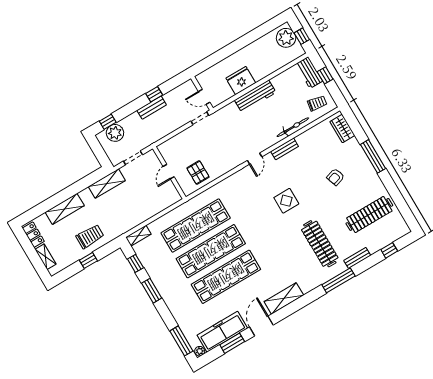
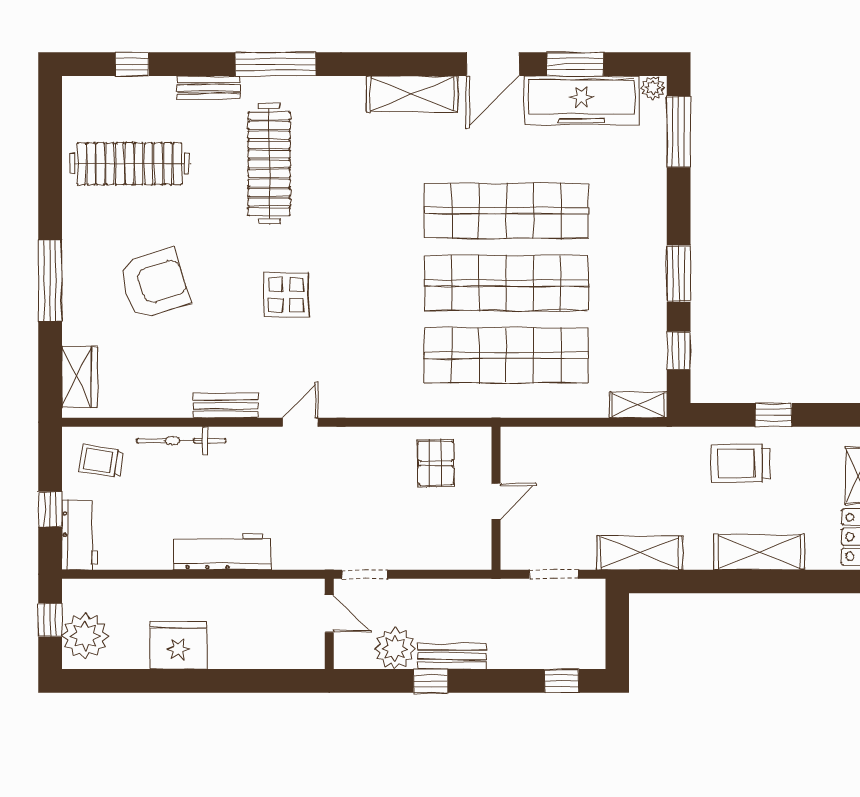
fridge: (241, 81) -> (178, 645), moved, turned 180
plant: (115, 133) -> (395, 649), moved
armchair: (335, 177) -> (154, 284), width x1.88, depth x1.88

